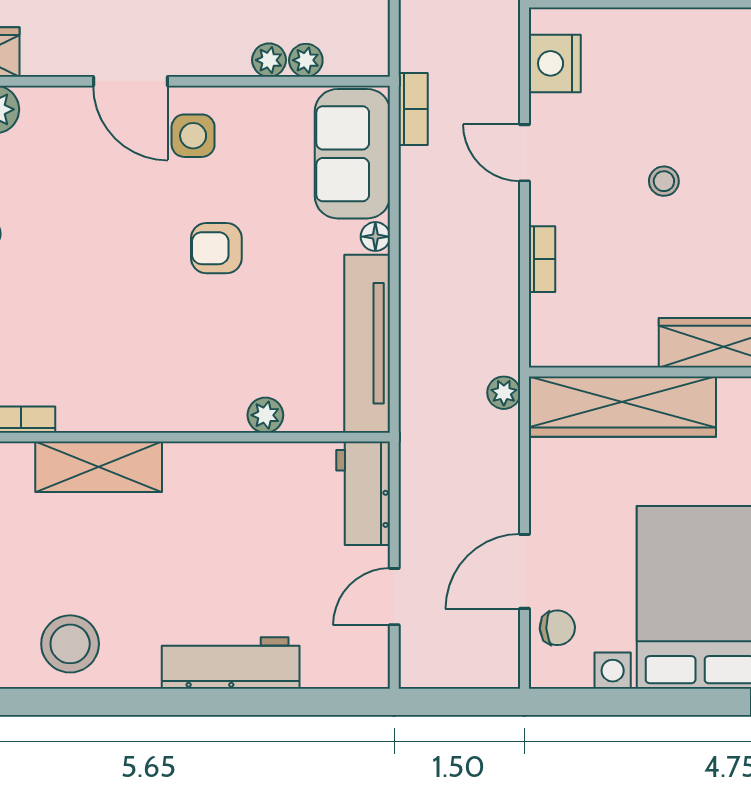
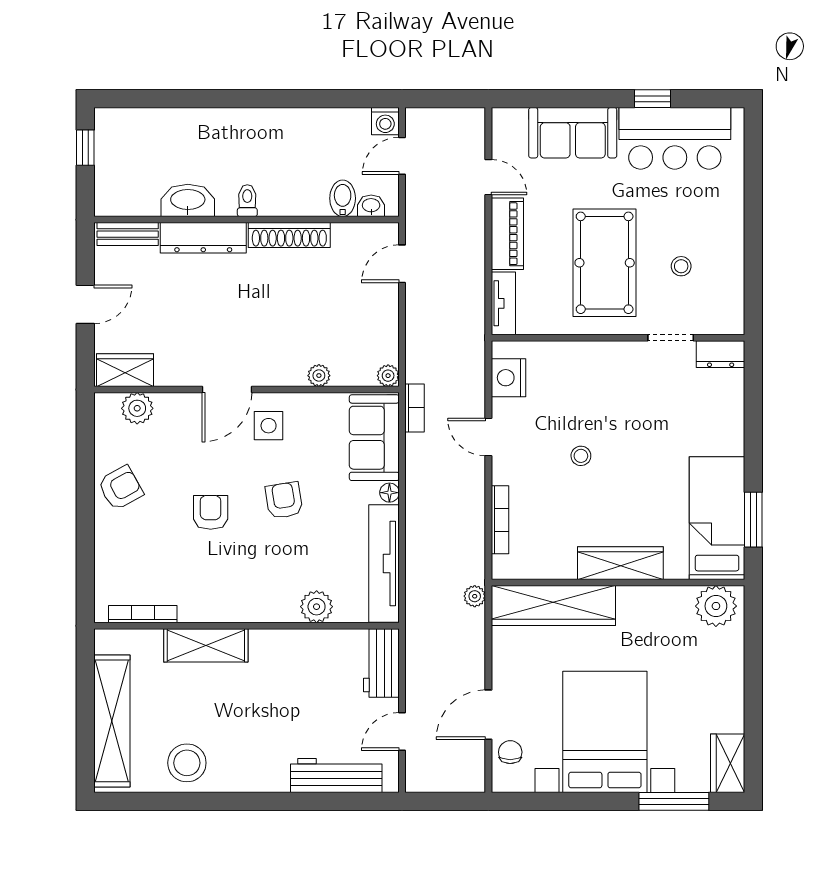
plant: (306, 60) -> (388, 376), moved
door: (130, 81) -> (227, 390), hinge flipped
armchair: (216, 248) -> (284, 500), turned 81
bookcase: (542, 259) -> (500, 520), width x1.56
armchair: (106, 266) -> (211, 512), added
plant: (265, 415) -> (317, 607), width x1.38, depth x1.38
chair: (557, 628) -> (510, 752), turned -87
workbench: (231, 663) -> (336, 776), moved

